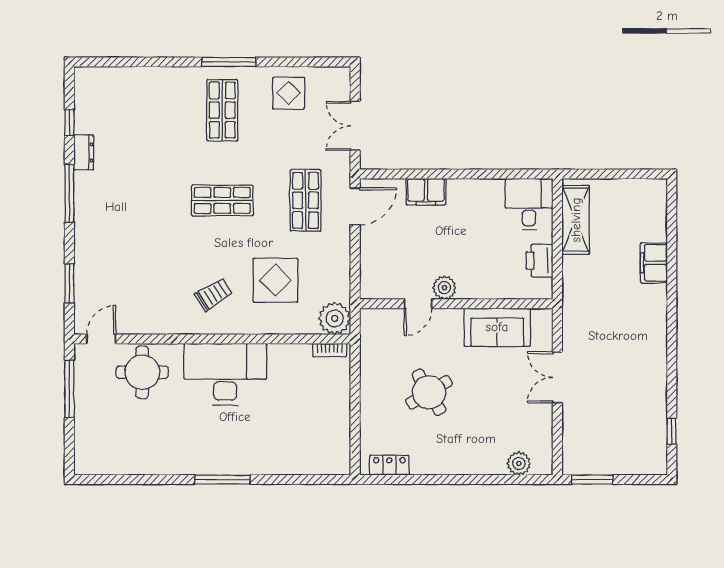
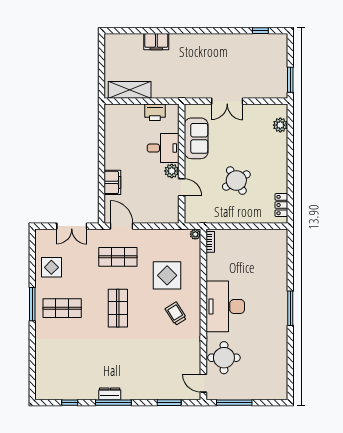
dresser: (84, 152) -> (110, 394), moved
desk: (529, 204) -> (163, 148), moved, turned 180
plant: (335, 318) -> (195, 234), width x0.53, depth x0.53

